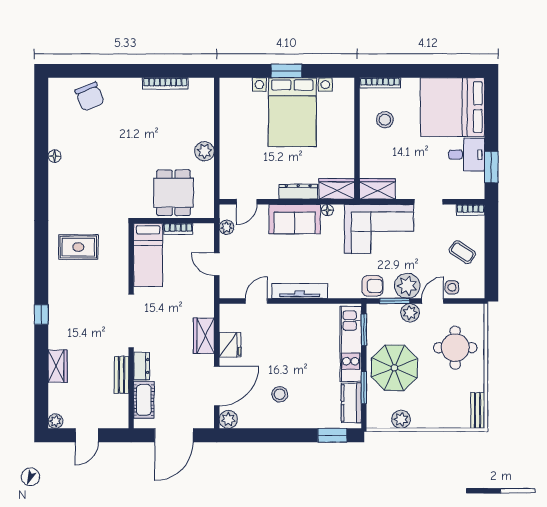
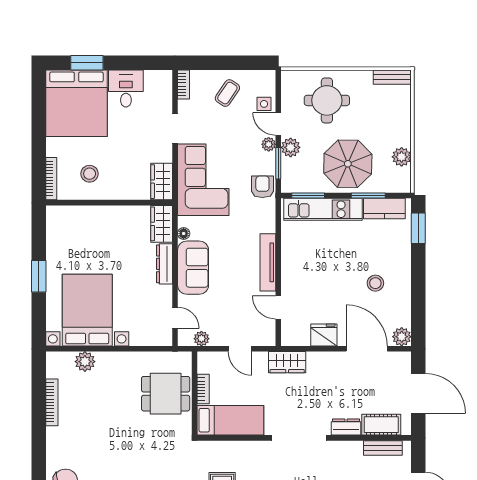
bed with nightstands: (292, 112) -> (87, 310), moved, turned -90
plant: (204, 151) -> (85, 362), moved
window: (491, 167) -> (87, 63), moved
door: (217, 264) -> (240, 349), hinge flipped
plant: (407, 286) -> (269, 144), width x0.53, depth x0.53
wardrobe: (204, 336) -> (287, 362), moved
bench: (122, 375) -> (383, 448), moved

